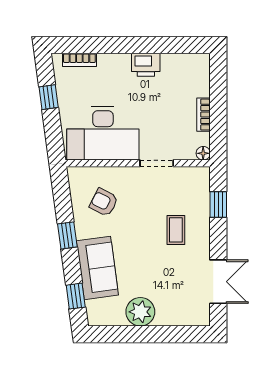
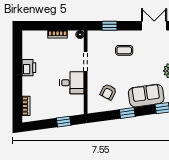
window: (49, 97) -> (64, 122), moved
desk: (103, 133) -> (72, 83), width x0.53, depth x0.77

